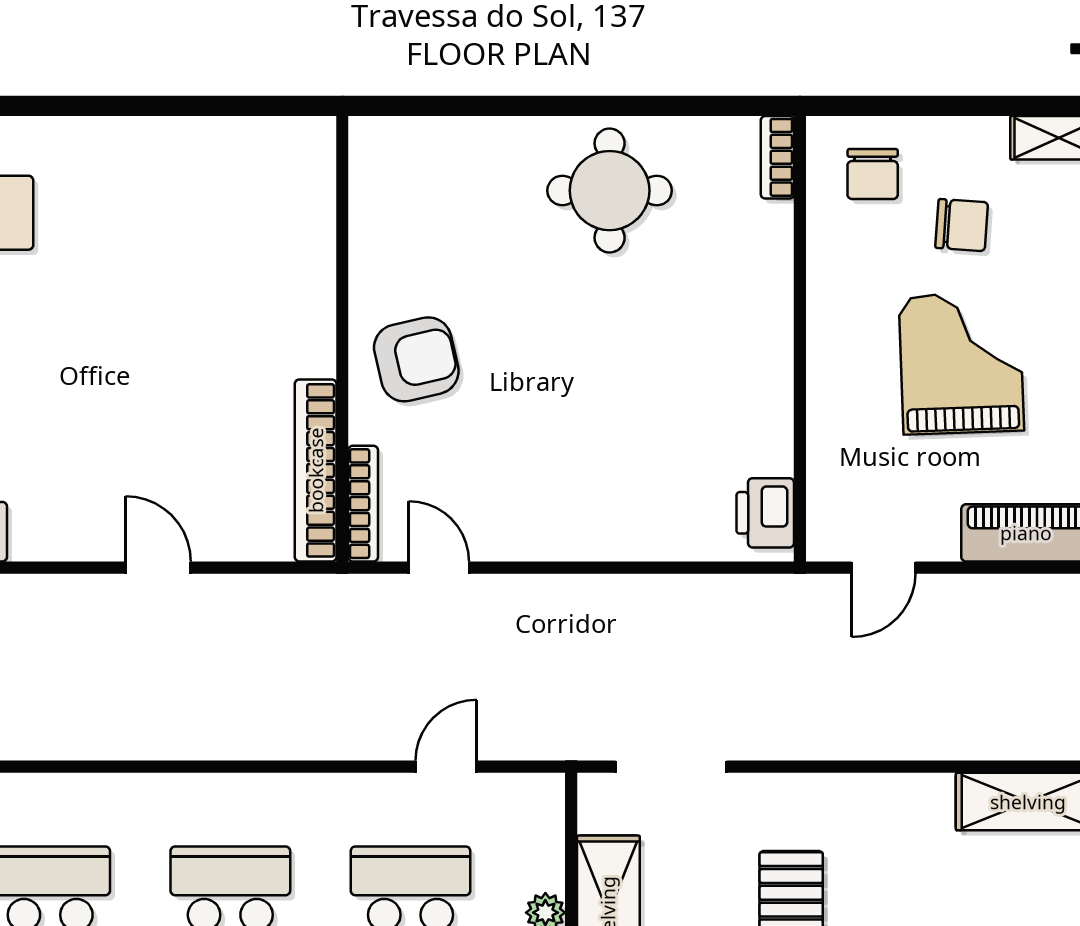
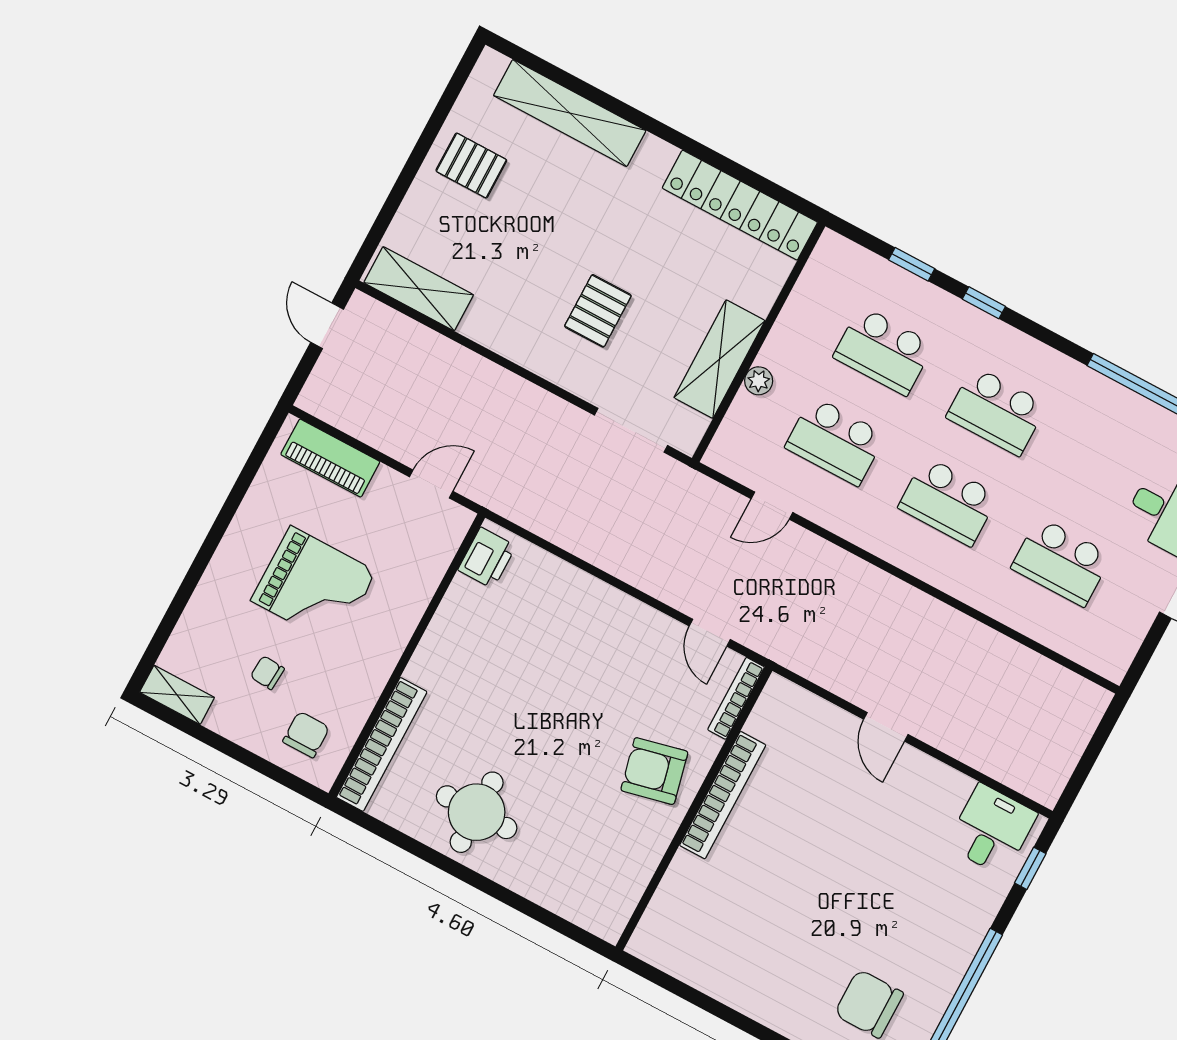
bookcase: (777, 157) -> (382, 744), width x2.31, depth x1.31
chair: (962, 225) -> (267, 673), width x0.73, depth x0.73
grand piano: (961, 363) -> (314, 586), turned -88
bookcase: (316, 470) -> (723, 795), moved

